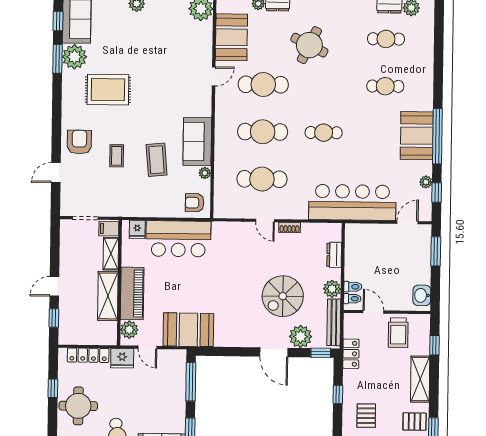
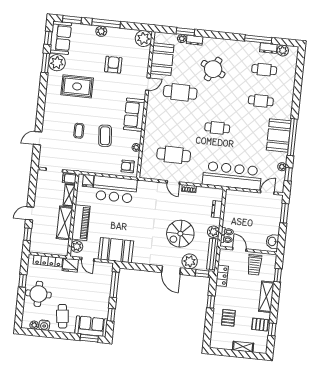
cafe table: (263, 132) -> (177, 124), removed
armchair: (79, 142) -> (113, 65), moved
sofa: (197, 142) -> (134, 115), moved

